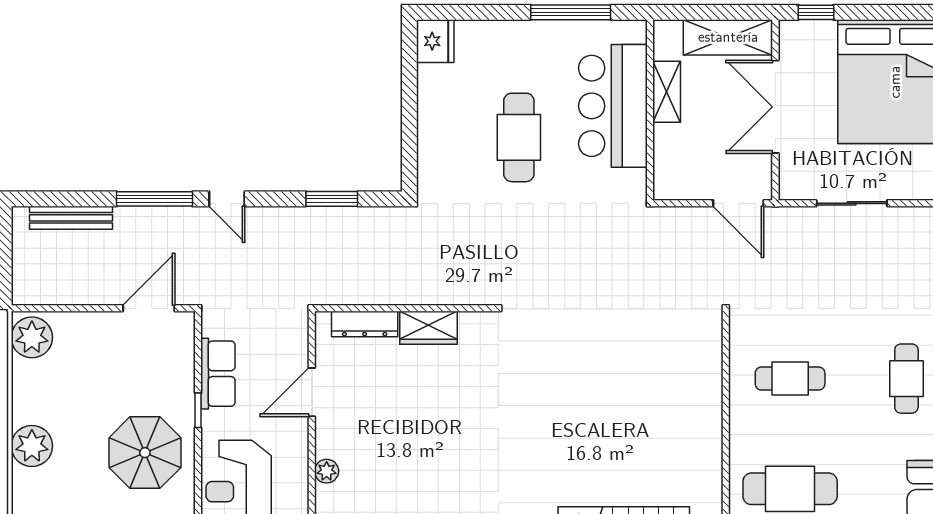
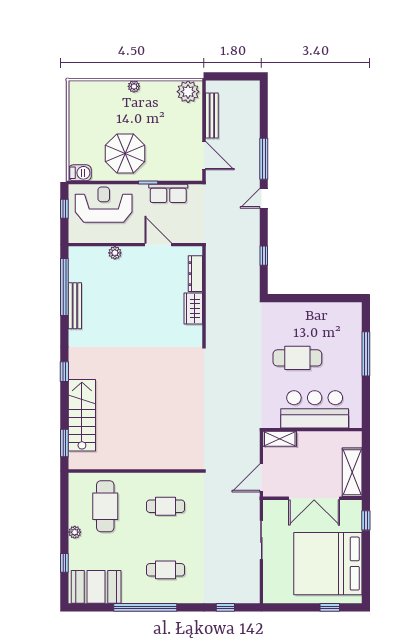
window: (571, 12) -> (366, 354), moved
fridge: (435, 41) -> (350, 312), removed
shelving: (667, 92) -> (280, 439), moved
double door: (775, 107) -> (314, 498), swing flipped
window: (332, 199) -> (264, 256), width x0.67
bench: (71, 218) -> (212, 116), moved
cafe table: (790, 379) -> (166, 506), turned 90
plant: (32, 446) -> (134, 86), width x0.53, depth x0.53

